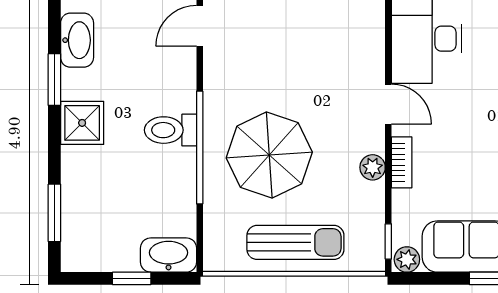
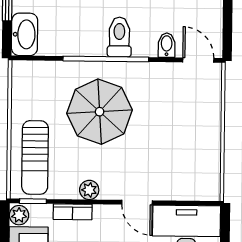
bidet: (180, 68) -> (167, 45), added
door: (388, 104) -> (137, 202), hinge flipped
bookcase: (402, 162) -> (73, 212), moved
sun lounger: (295, 242) -> (35, 157), moved

